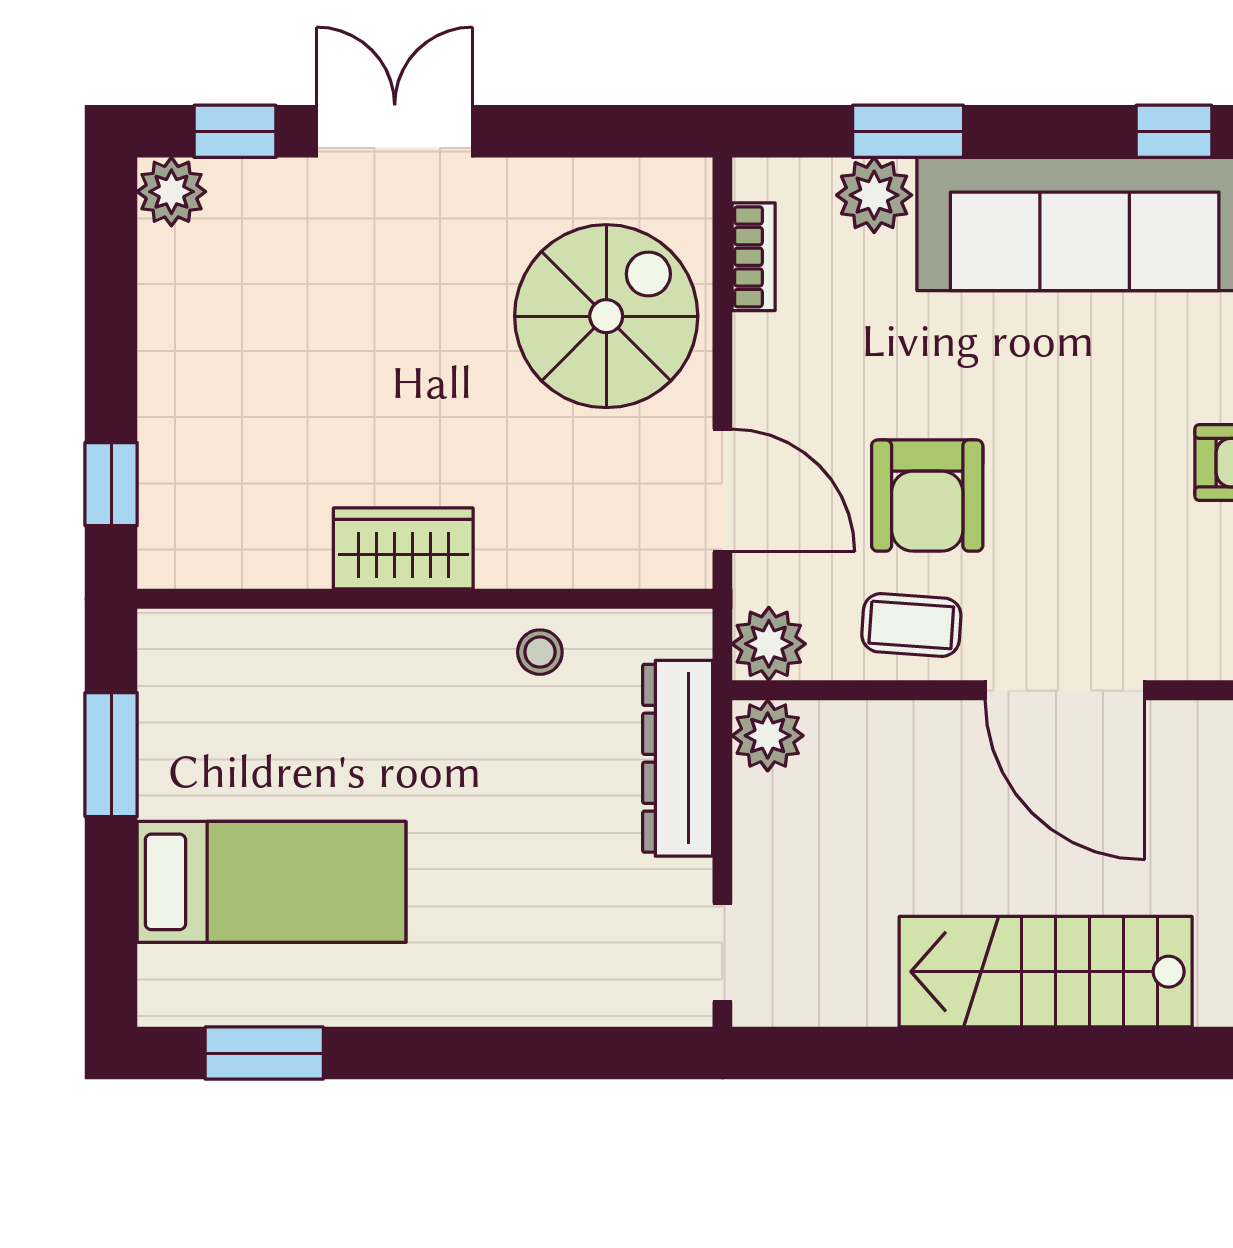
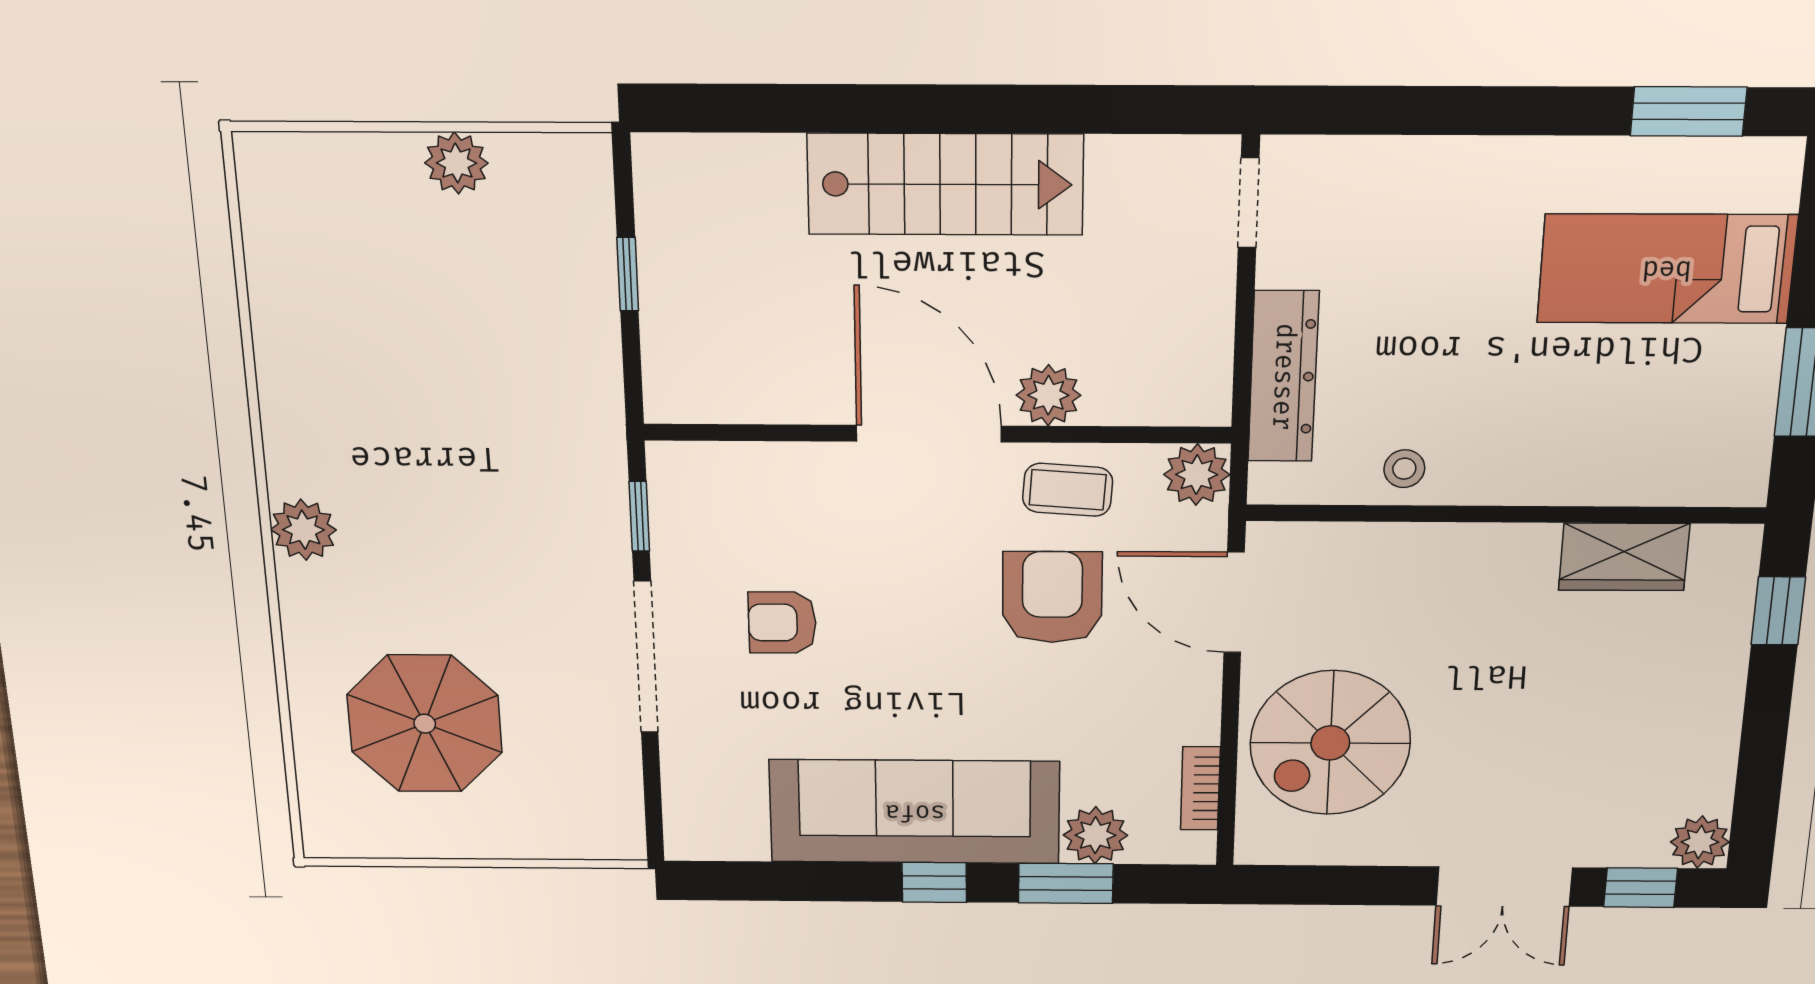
window: (1174, 131) -> (934, 882), moved
wardrobe: (403, 548) -> (1624, 557), moved
plant: (768, 736) -> (1048, 395), moved

